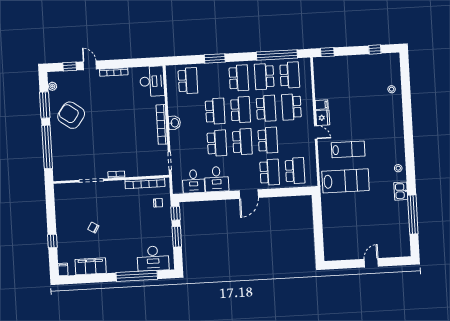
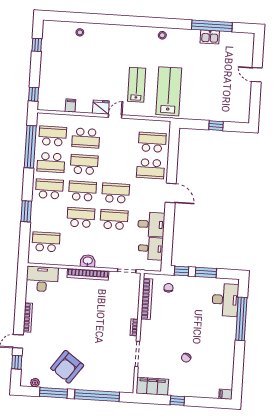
filing cabinet: (322, 105) -> (70, 105), moved
school desk: (268, 140) -> (117, 167), removed
school desk: (270, 172) -> (151, 169), turned 180
kitchen sink: (401, 191) -> (210, 37), moved
window: (318, 230) -> (216, 126), added
window: (52, 241) -> (177, 401), moved
filing cabinet: (91, 266) -> (152, 386), moved, turned 90

